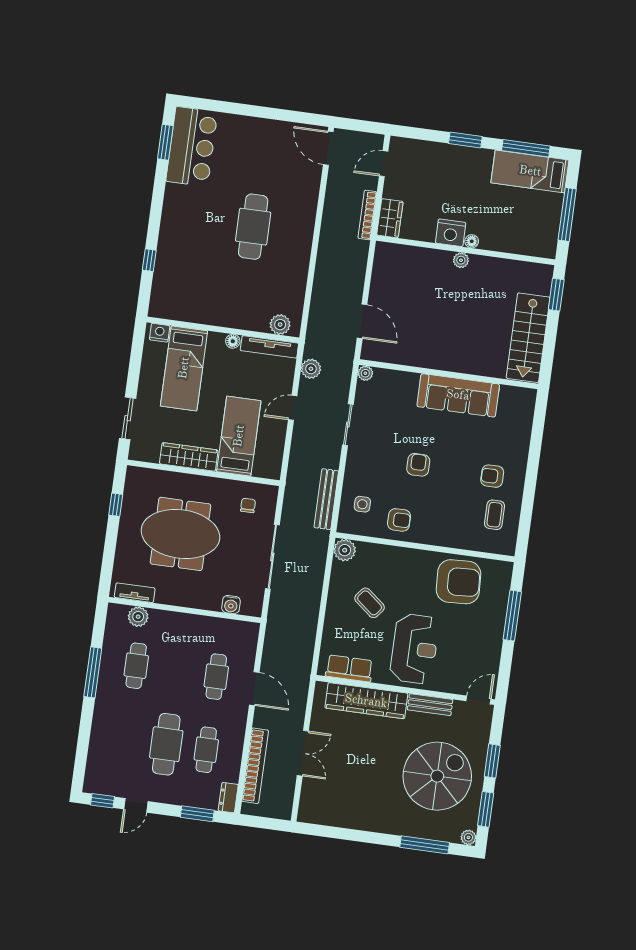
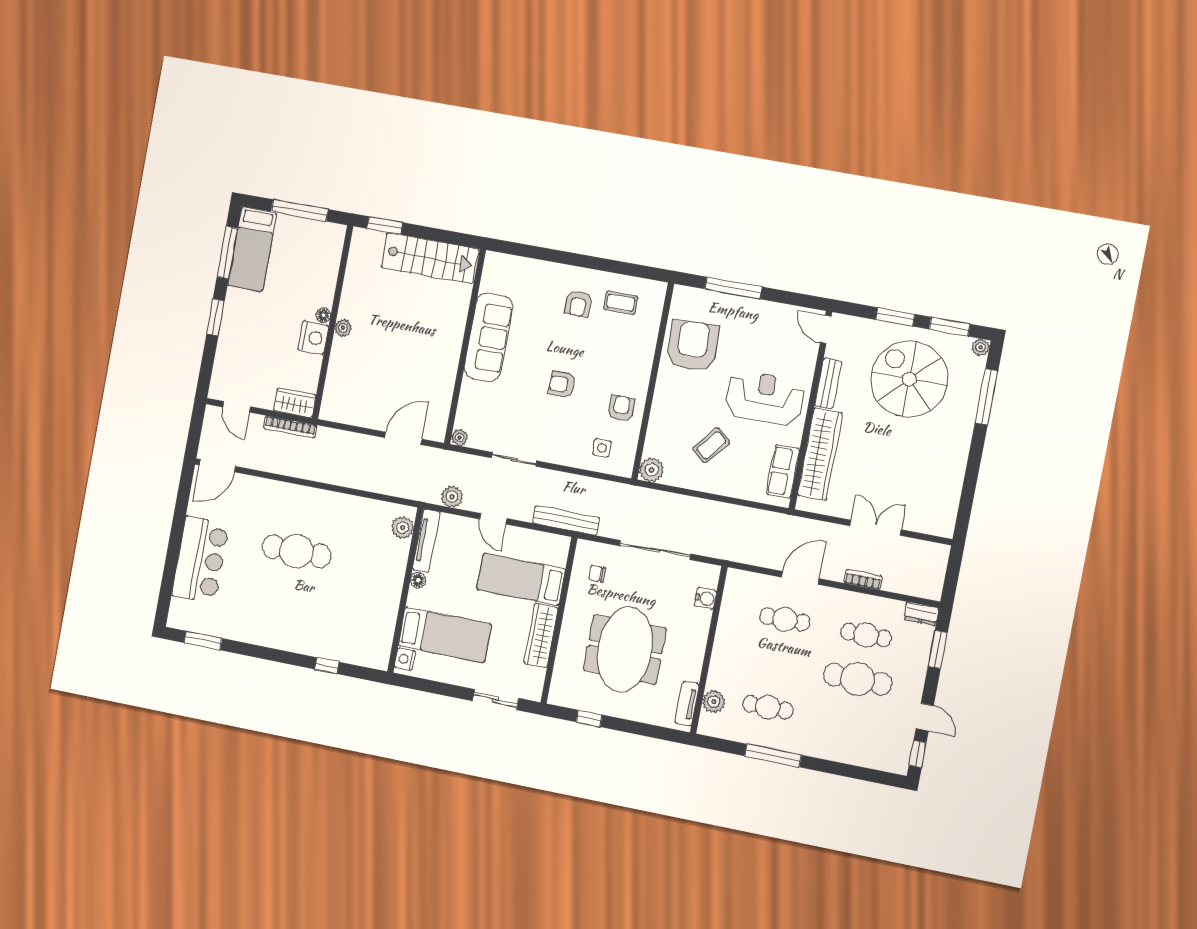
bar counter: (192, 147) -> (200, 560), moved, turned 90
bench: (326, 499) -> (566, 520), moved
bookcase: (255, 766) -> (863, 579), width x0.43, depth x0.76

